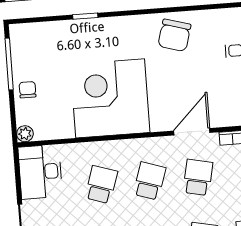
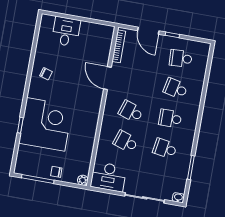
chair: (174, 35) -> (46, 74), width x0.54, depth x0.54
corner desk: (110, 98) -> (46, 124), moved, turned 180
school desk: (198, 177) -> (136, 82), removed

